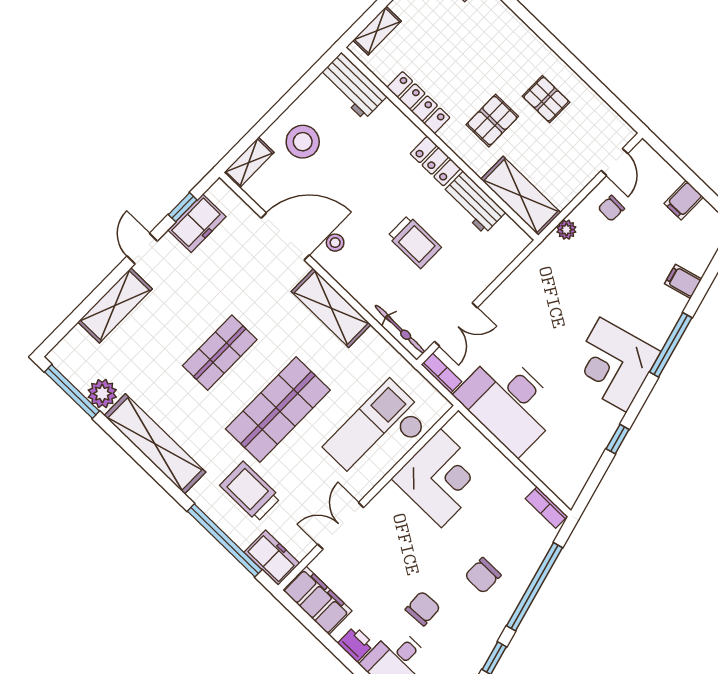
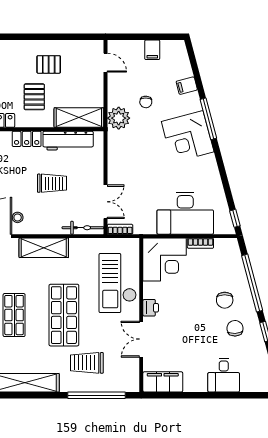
workbench: (474, 203) -> (68, 141), width x1.38
chair: (611, 208) -> (146, 102), moved
plant: (566, 230) -> (119, 118), width x1.88, depth x1.88
corner desk: (613, 365) -> (188, 137), moved
desk: (509, 402) -> (185, 213), moved
window: (618, 439) -> (235, 218), moved
corner desk: (441, 478) -> (165, 260), moved, turned 90
bookcase: (546, 507) -> (200, 243), moved
freezer: (272, 558) -> (125, 383), removed
chair: (423, 608) -> (235, 328), moved
printer: (356, 644) -> (151, 308), moved, turned 90

